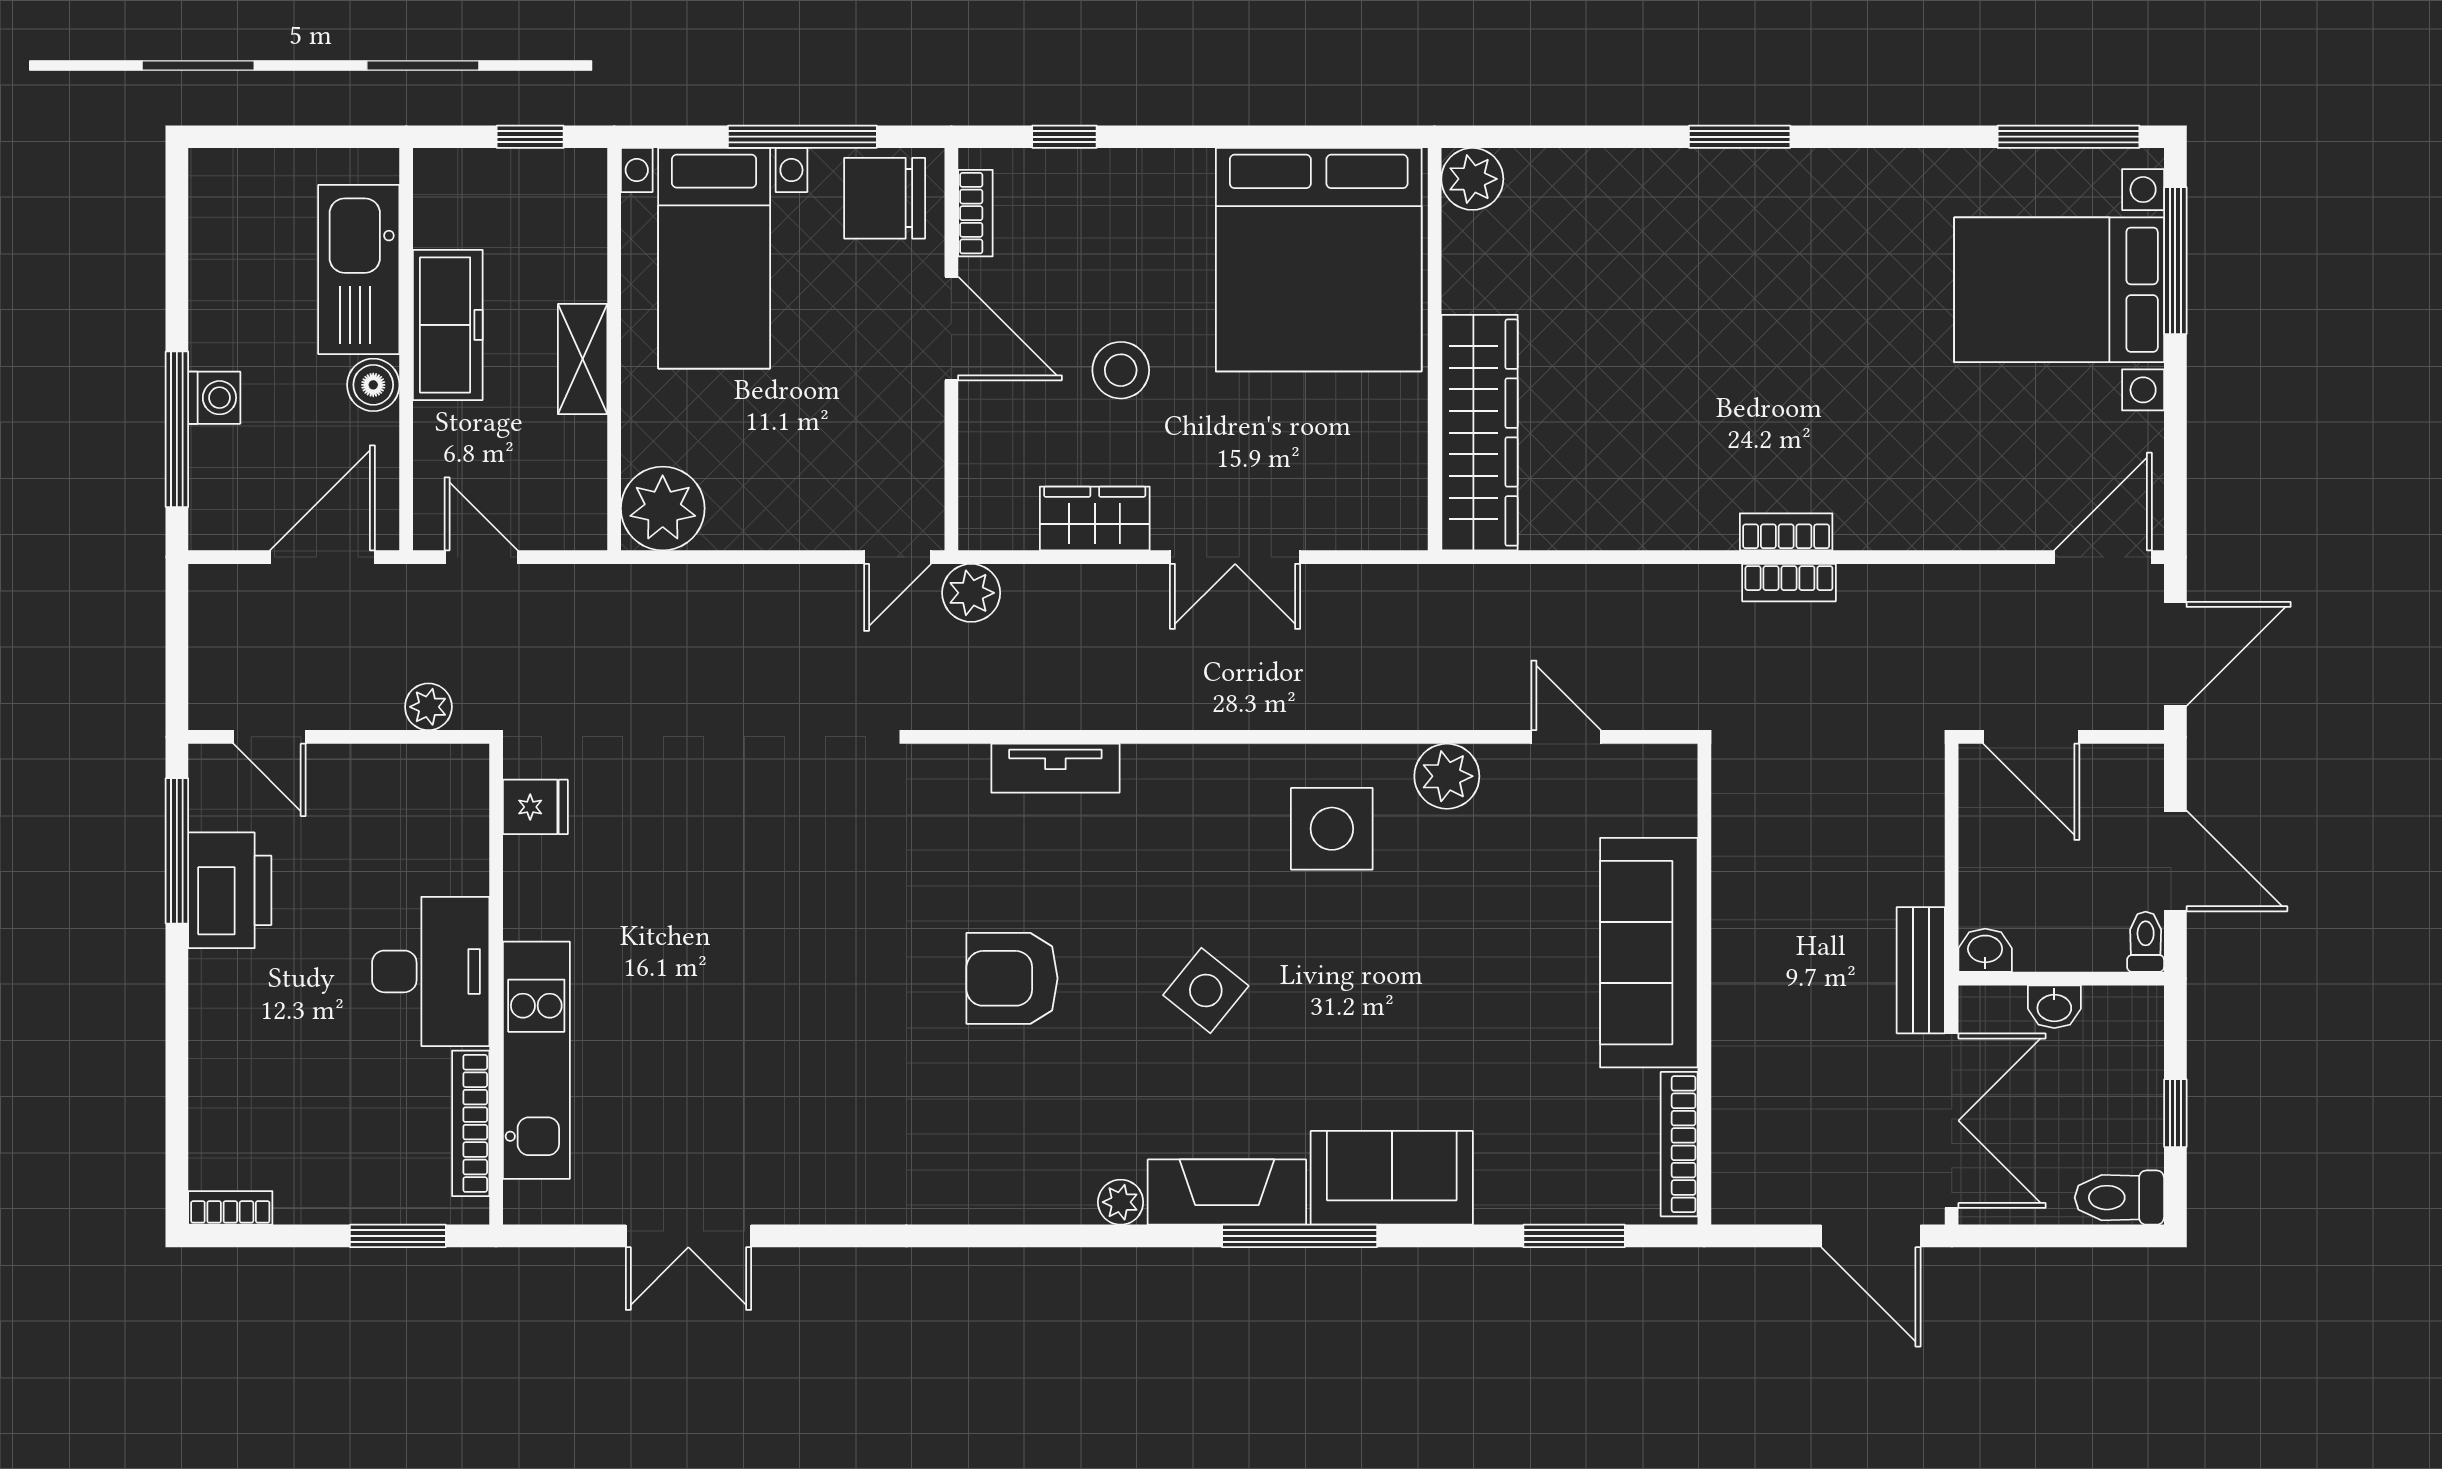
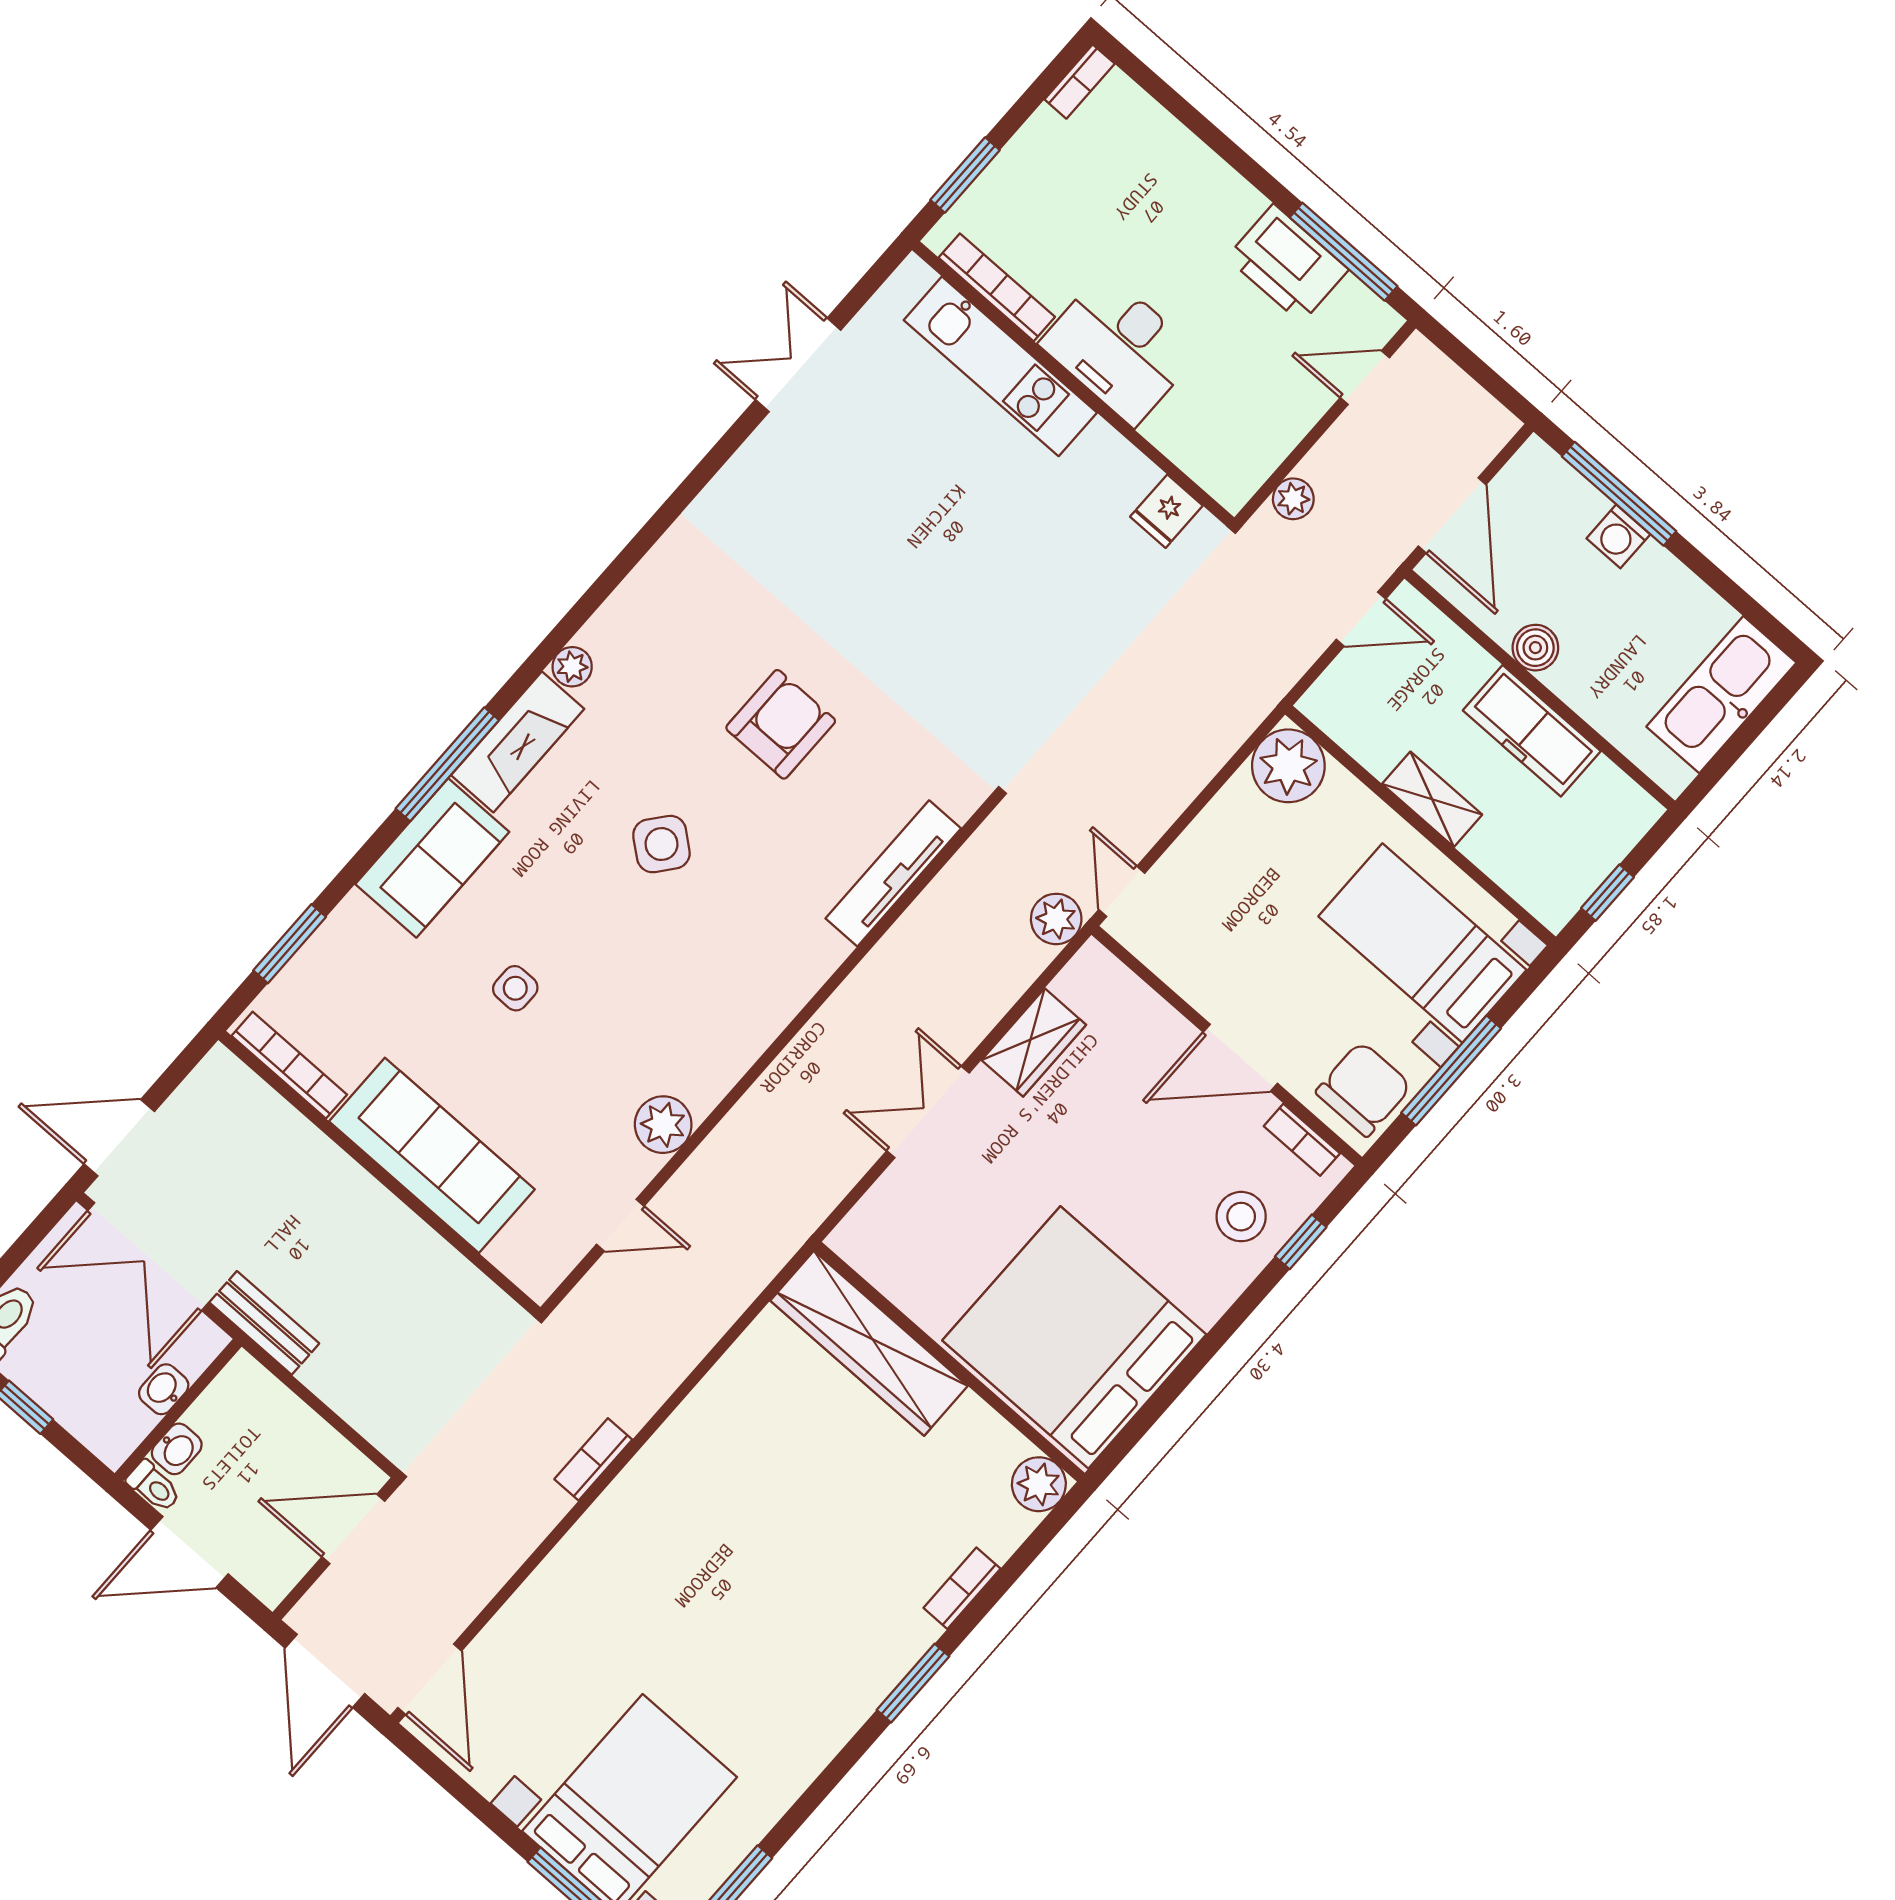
kitchen sink: (359, 269) -> (1721, 695), moved, turned -90
stool: (1121, 370) -> (1241, 1217), moved
bookcase: (1786, 532) -> (962, 1588), moved, turned 180
tv unit: (1055, 768) -> (893, 873), width x1.41
side table: (1332, 829) -> (515, 988), moved, width x0.54, depth x0.54
washbasin: (1985, 950) -> (177, 1449), moved

